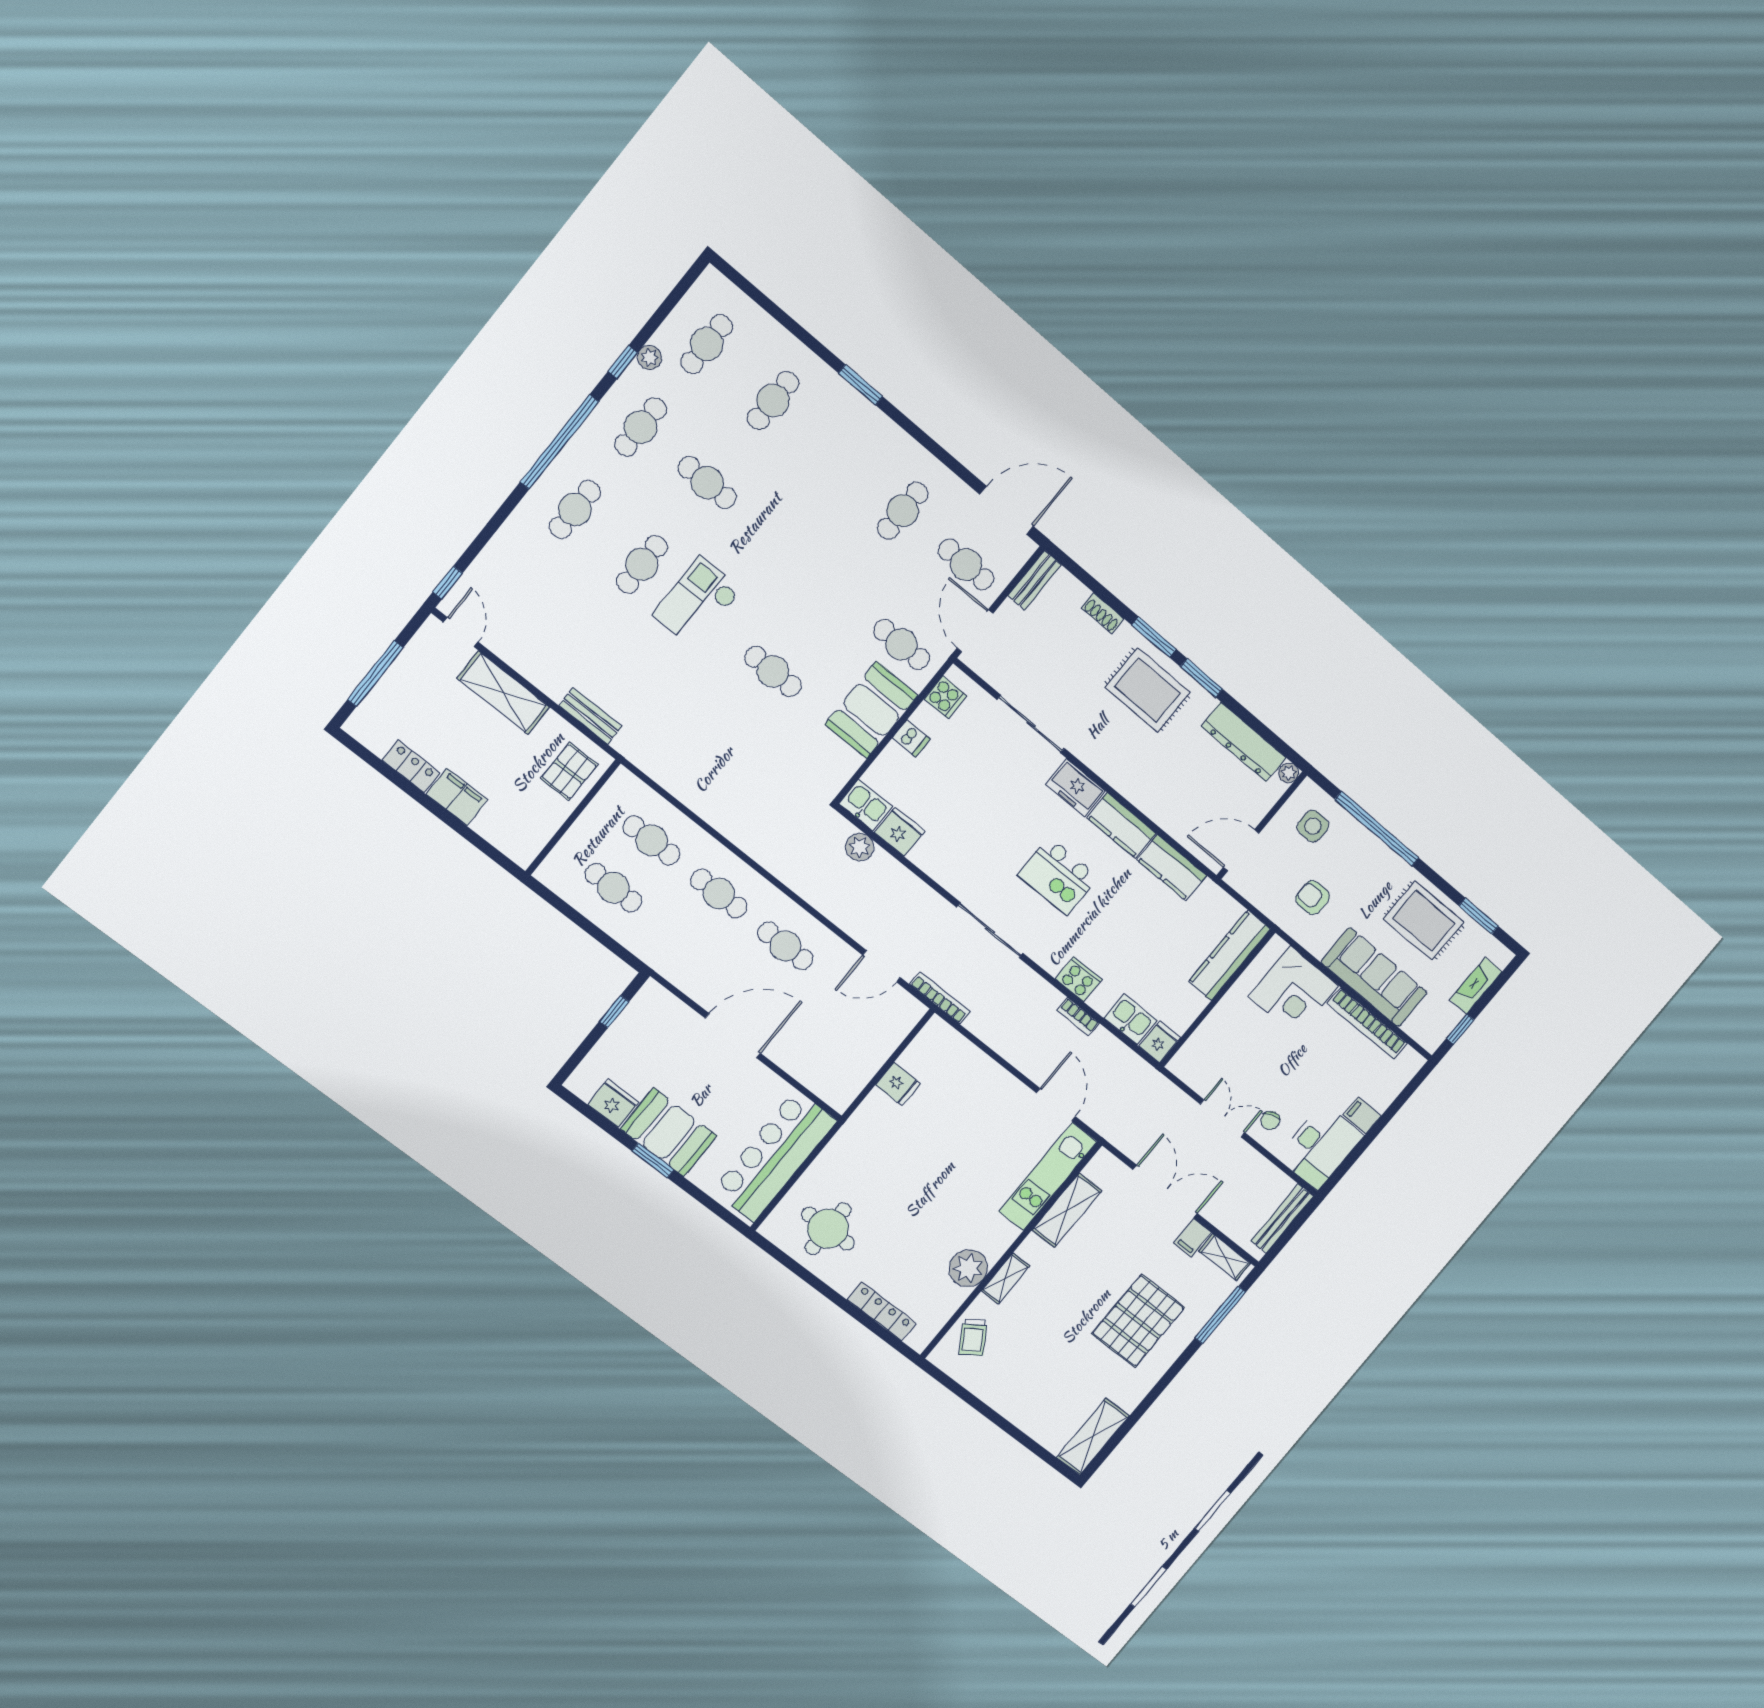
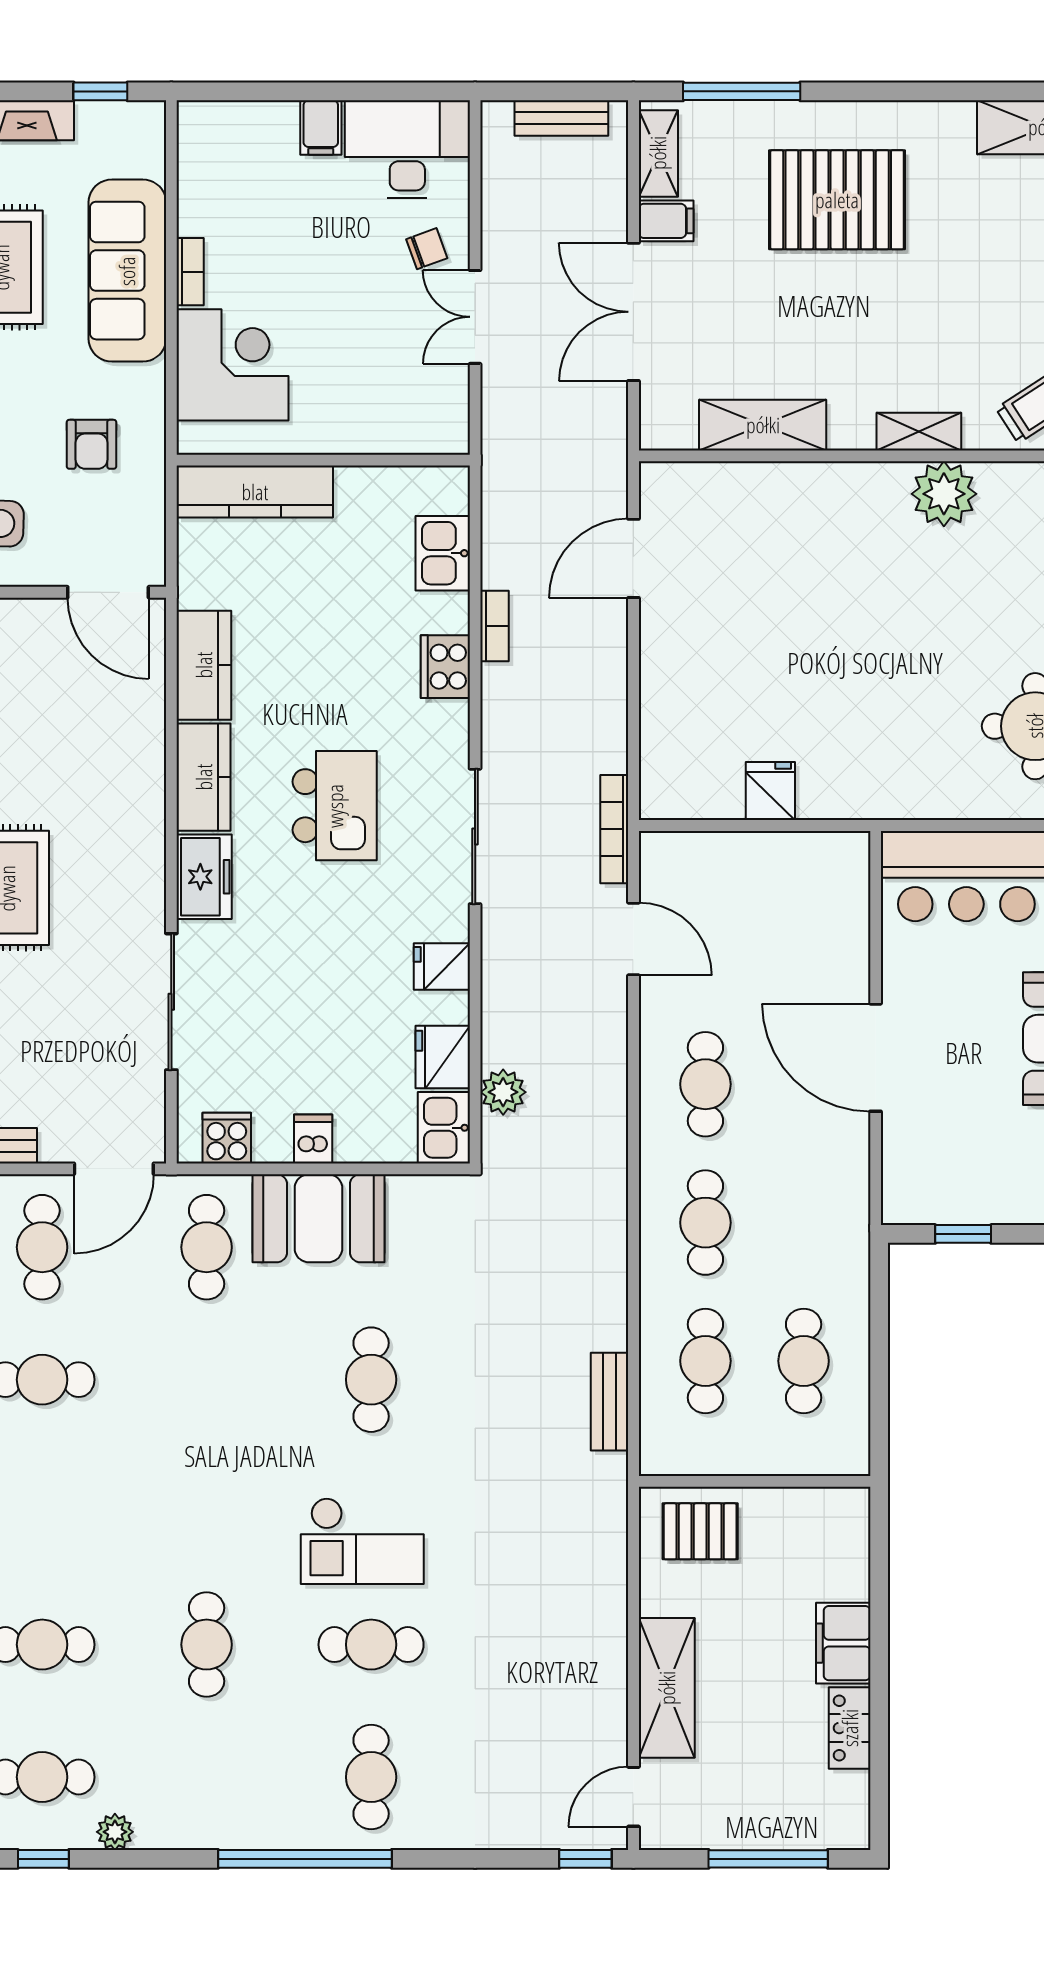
window: (623, 362) -> (43, 1859), moved
cafe table: (641, 427) -> (207, 1777), removed
cafe table: (575, 510) -> (371, 1777), turned 90
bench: (590, 716) -> (610, 1402), moved
bookcase: (1367, 1023) -> (190, 272), width x0.43, depth x0.76
fridge: (1159, 1042) -> (442, 967), moved
kitchen unit: (1048, 1177) -> (737, 489), removed
bench: (1282, 1219) -> (561, 118), width x0.73

